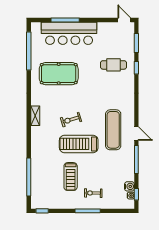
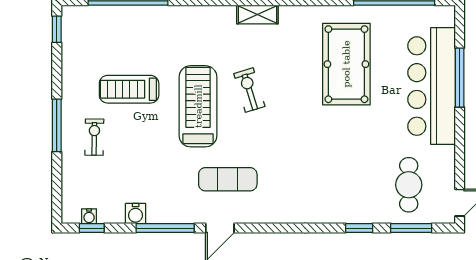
cafe table: (113, 65) -> (409, 185), moved
exercise mat: (113, 130) -> (228, 179), width x0.73, depth x0.69
water cooler: (129, 186) -> (136, 214), moved

